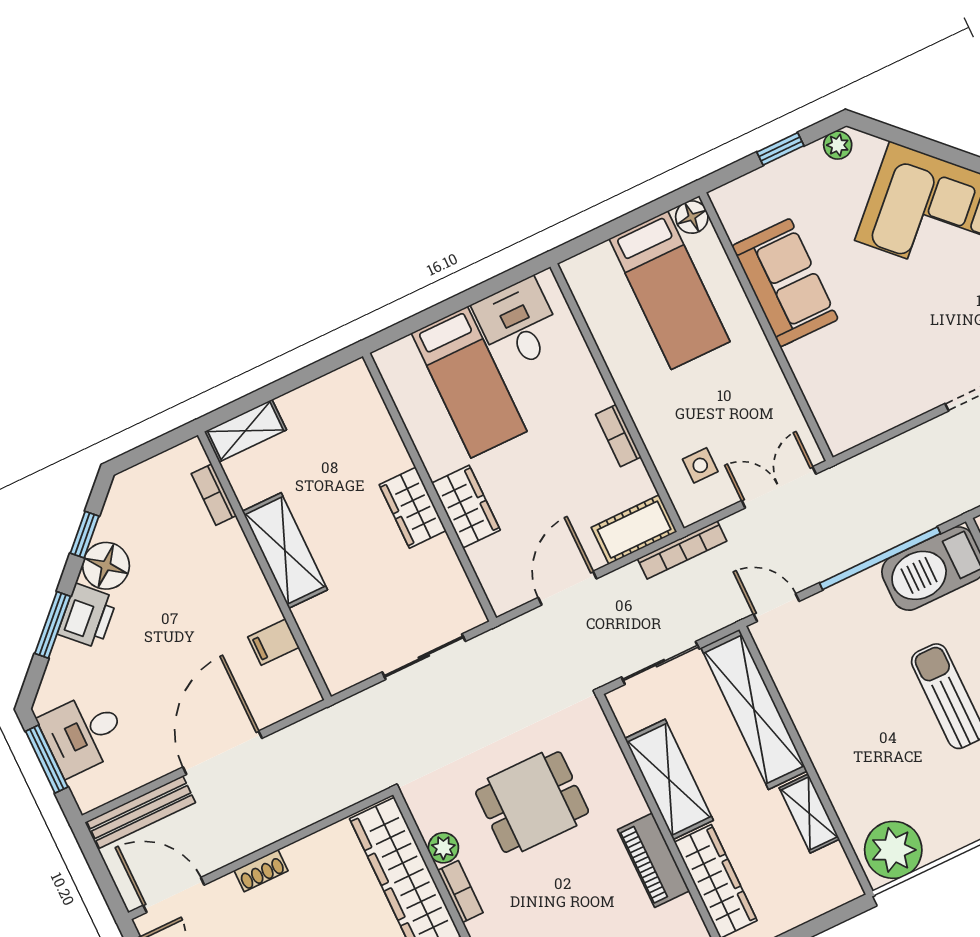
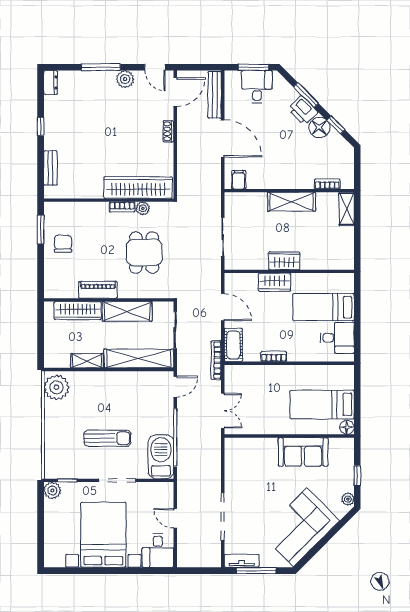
side table: (700, 465) -> (246, 383), removed
filing cabinet: (273, 642) -> (239, 180), moved

